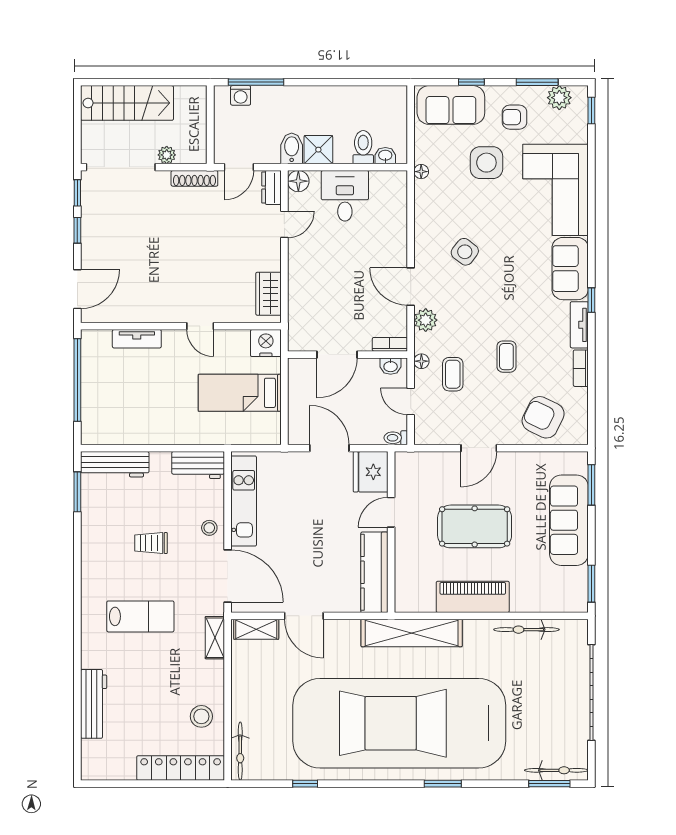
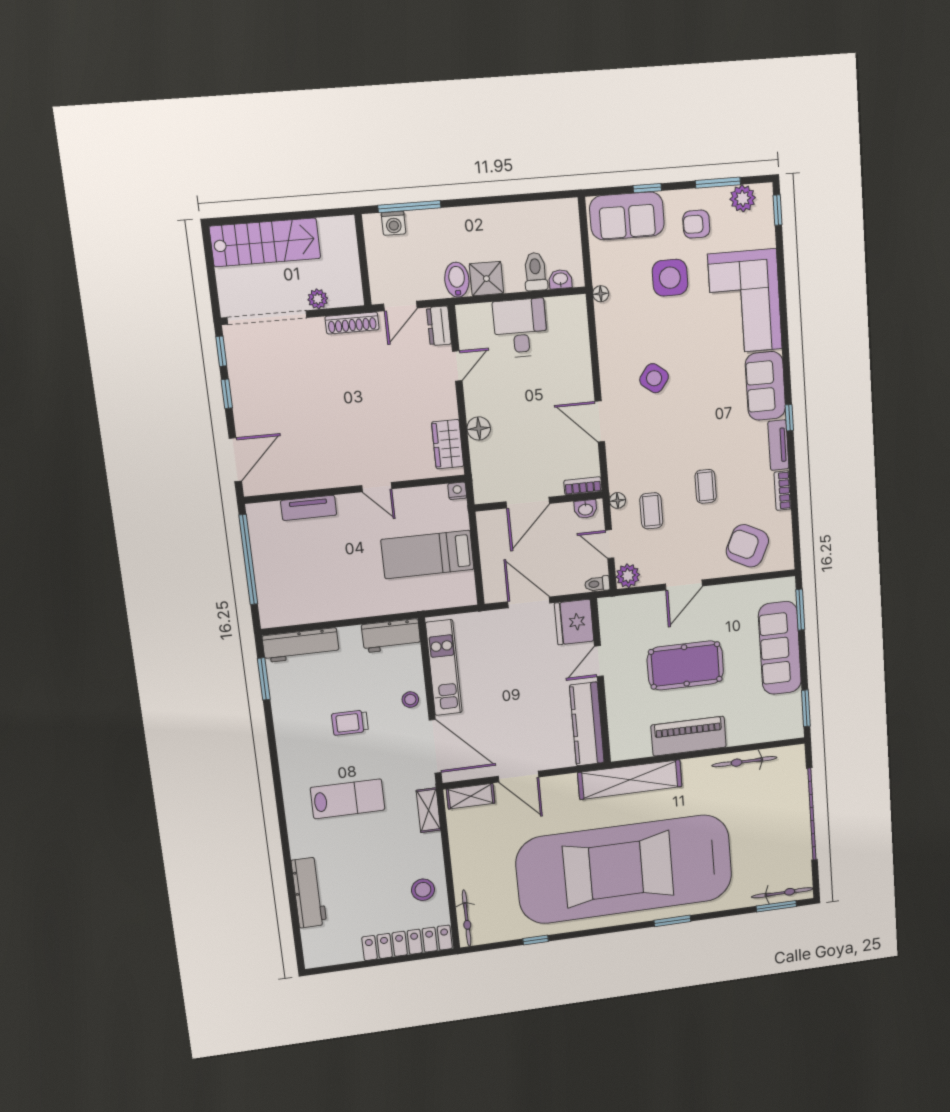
floor lamp: (298, 181) -> (479, 428), moved
plant: (426, 320) -> (628, 576), moved
nightstand: (266, 343) -> (457, 491), width x0.53, depth x0.56

